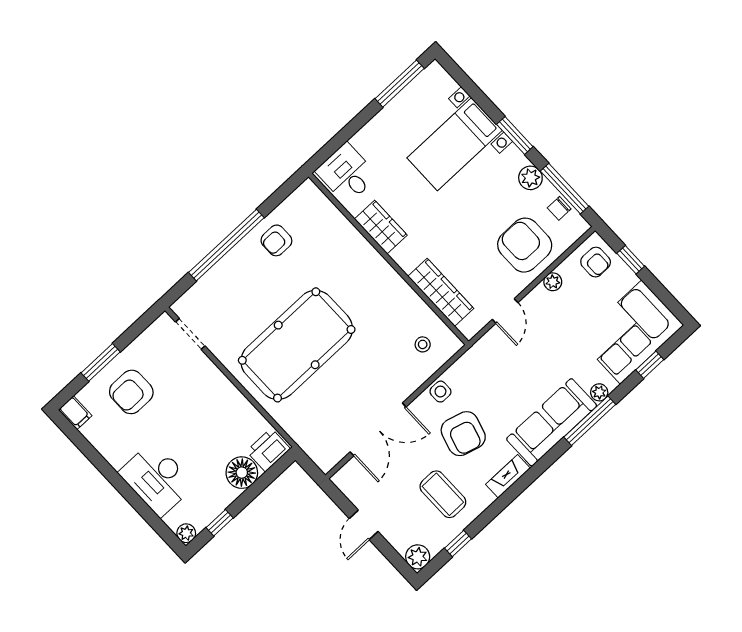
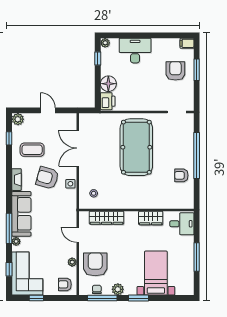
window: (400, 84) -> (197, 257), moved
armchair: (276, 240) -> (181, 175), turned -90
armchair: (525, 245) -> (95, 264), turned -90
window: (631, 260) -> (36, 298), moved

